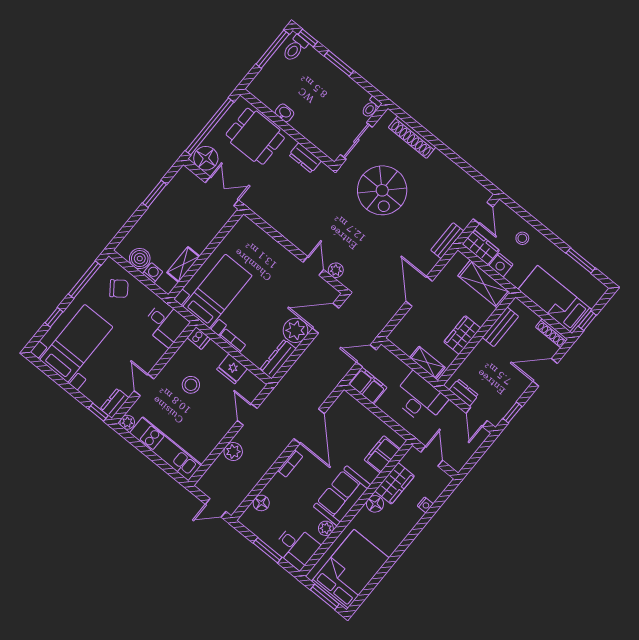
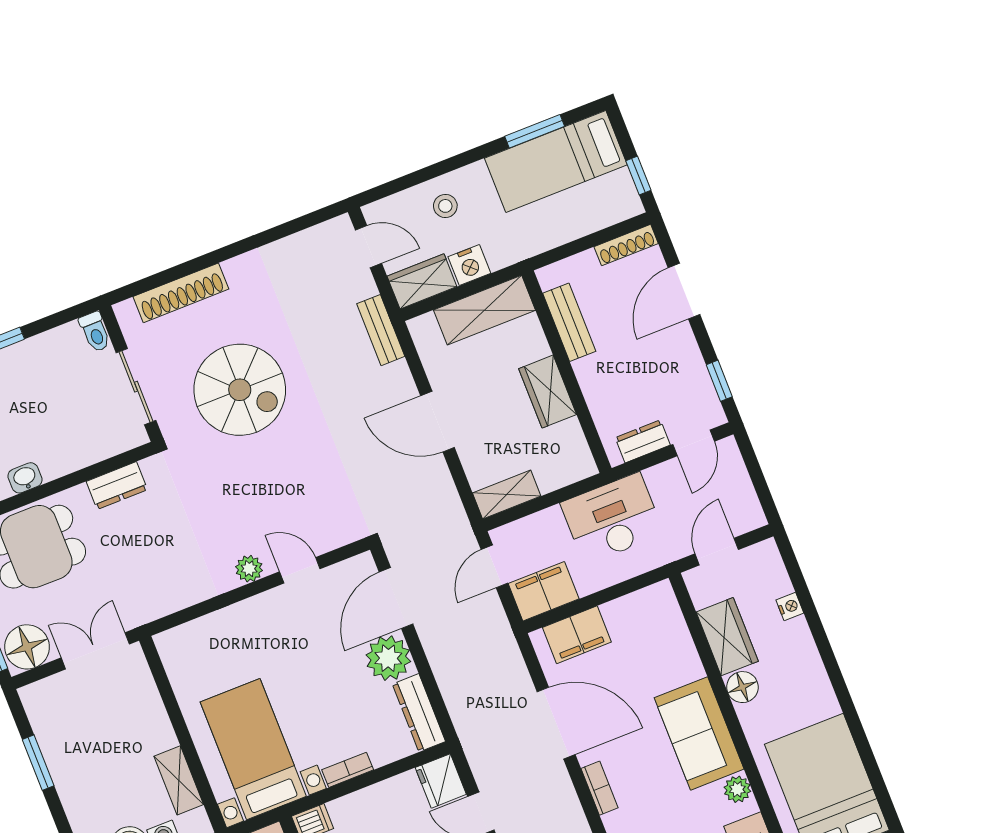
plant: (336, 270) -> (249, 569), moved
bed: (555, 300) -> (556, 161), moved
shelving: (427, 363) -> (507, 495), moved
fridge: (232, 369) -> (441, 781), moved, turned 90
door: (477, 417) -> (694, 443), hinge flipped
filing cabinet: (382, 454) -> (577, 635), moved, turned -90
door: (432, 456) -> (717, 552), hinge flipped

